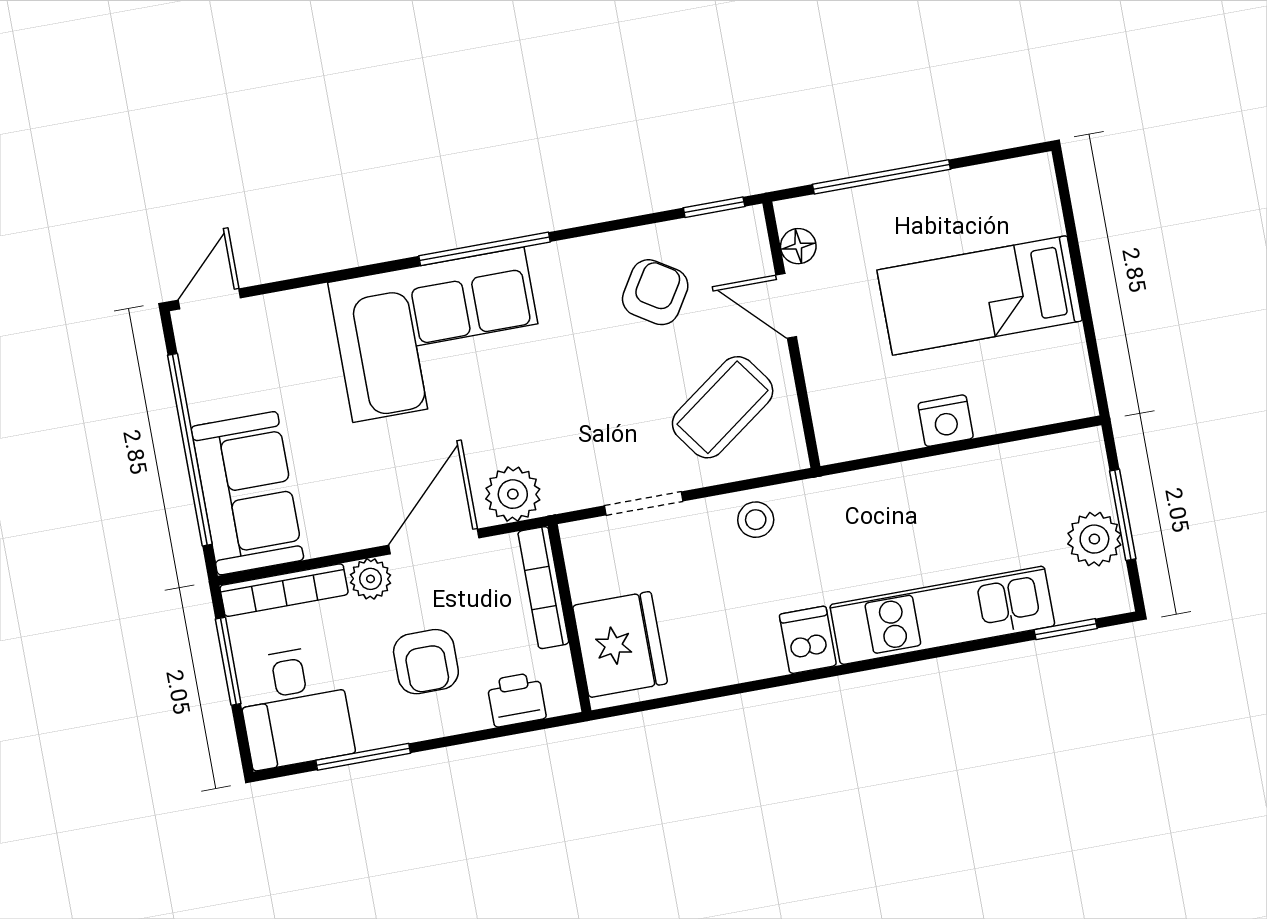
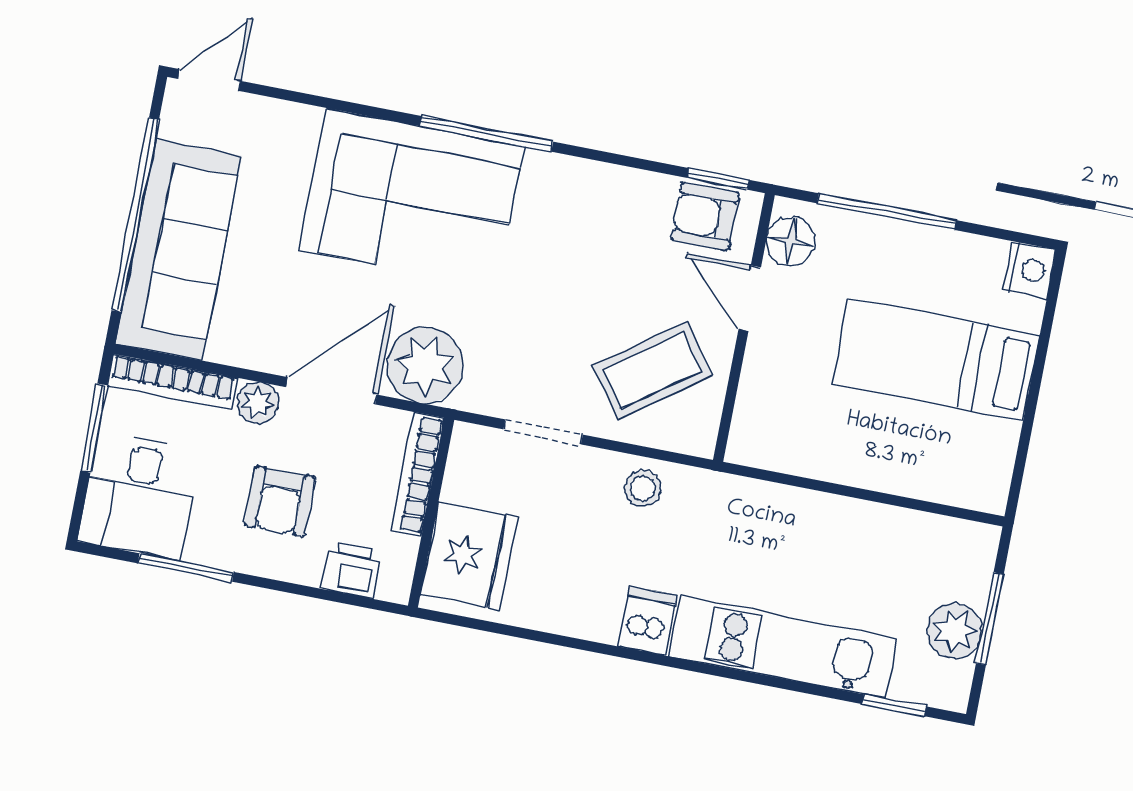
floor lamp: (798, 246) -> (791, 241), width x1.37, depth x1.37
armchair: (655, 292) -> (705, 216), moved, turned -122
nightstand: (946, 421) -> (1029, 270), moved, turned -90
sofa: (247, 493) -> (179, 250), width x1.36
plant: (513, 494) -> (425, 365), width x1.36, depth x1.36

